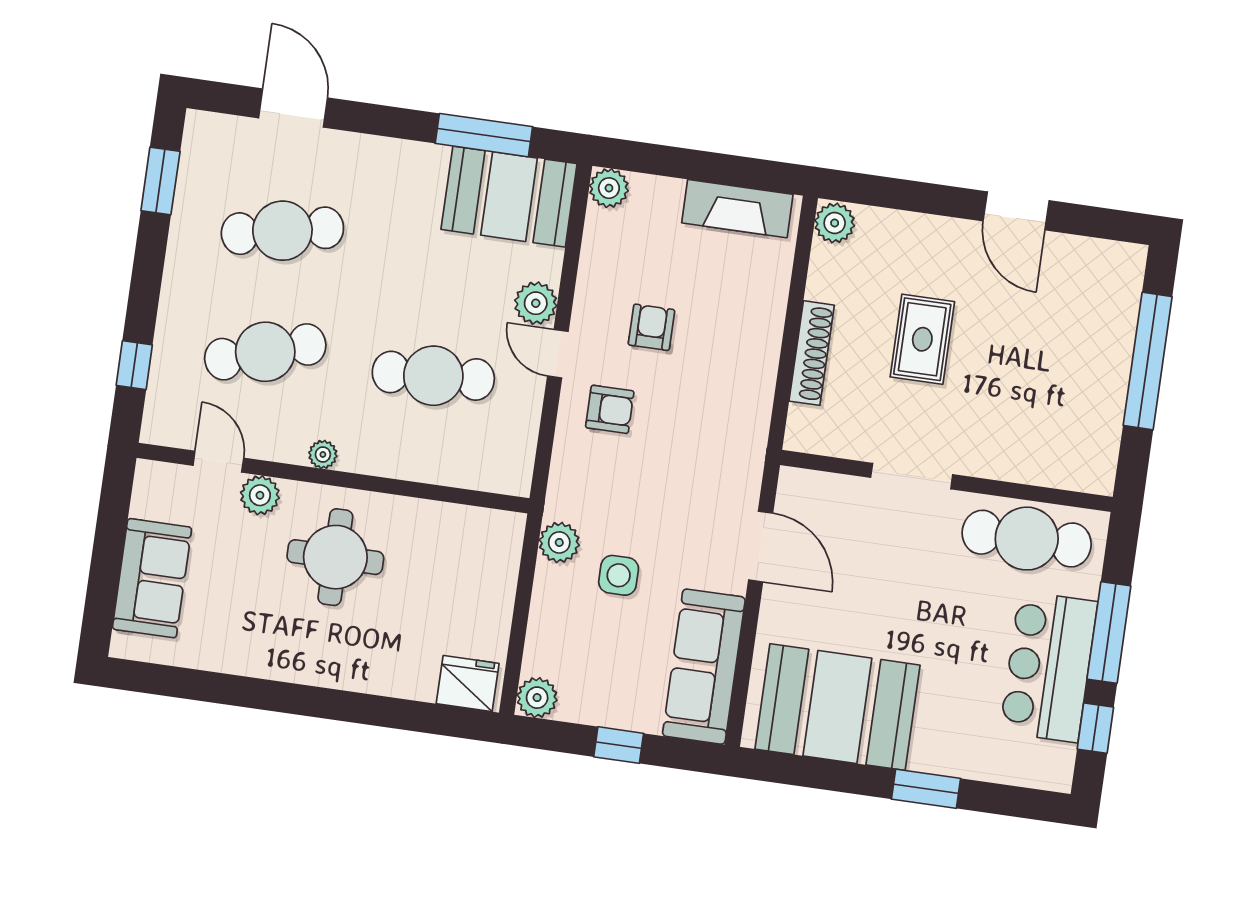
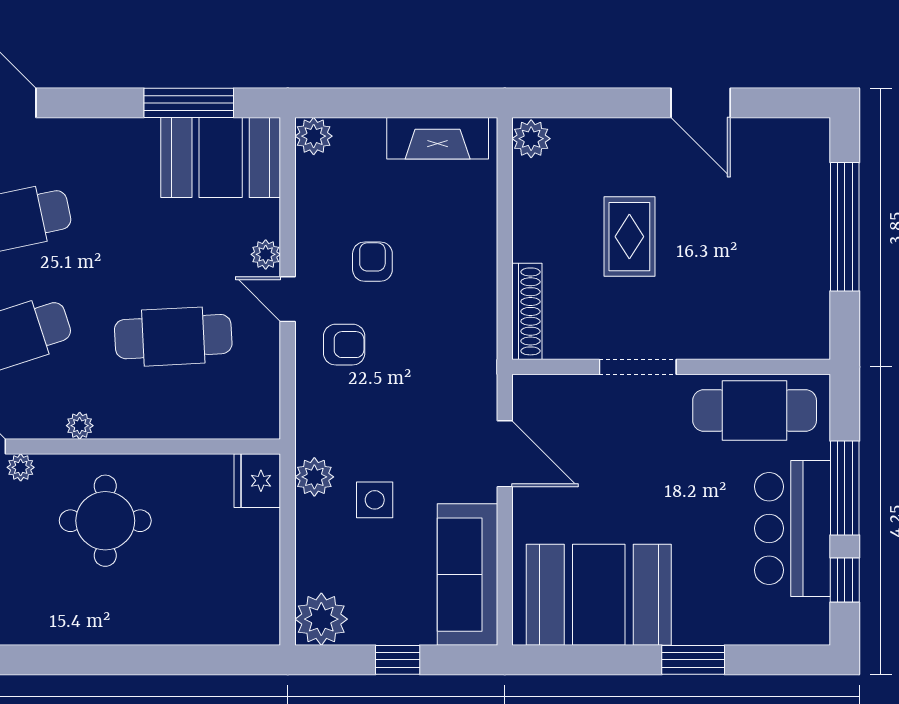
plant: (536, 303) -> (266, 254), width x0.73, depth x0.73
shoe rack: (812, 353) -> (527, 311), moved
plant: (260, 495) -> (21, 467), width x0.73, depth x0.73
fridge: (468, 684) -> (257, 481), moved, turned -90
plant: (537, 698) -> (321, 619), width x1.36, depth x1.36

